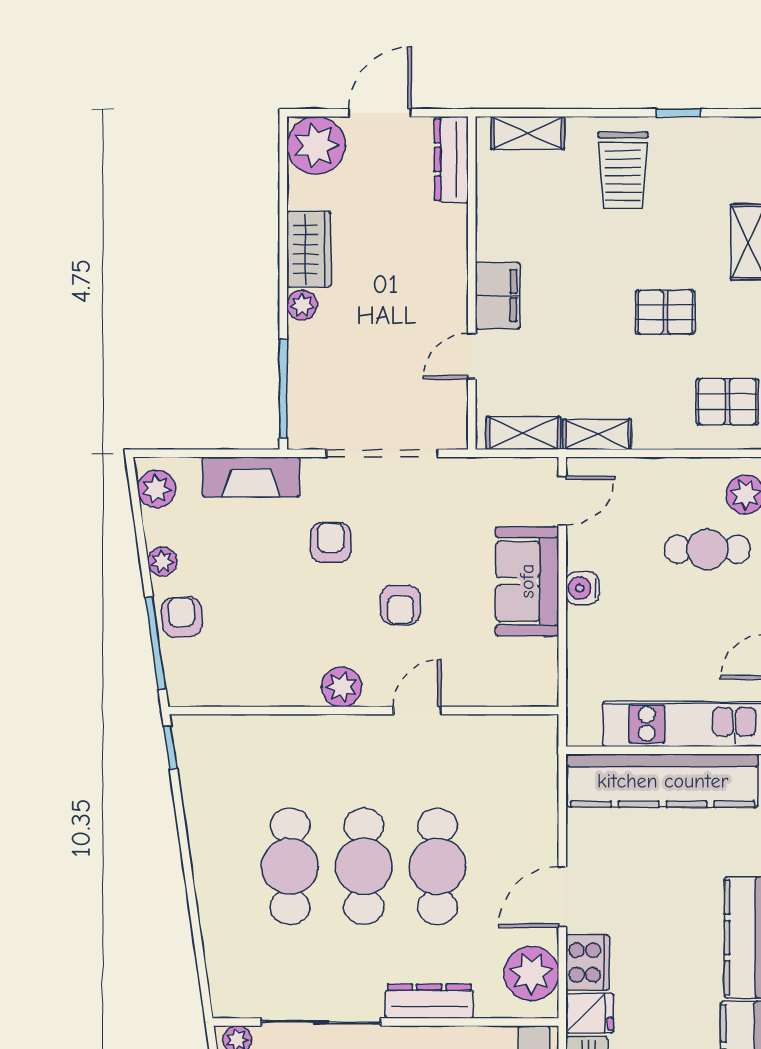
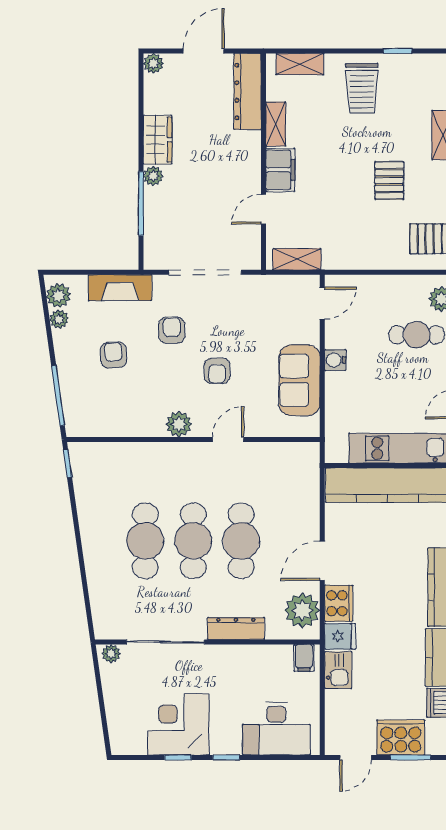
plant: (316, 145) -> (153, 63), width x0.53, depth x0.53
dresser: (451, 159) -> (247, 92), width x1.37, depth x1.24
pallet: (665, 312) -> (389, 180), turned 90
window: (283, 389) -> (141, 203), moved
shelving: (597, 434) -> (276, 124), moved, turned 90
plant: (162, 562) -> (59, 319), moved
sofa: (527, 581) -> (299, 380), moved
armchair: (182, 617) -> (113, 355), moved

